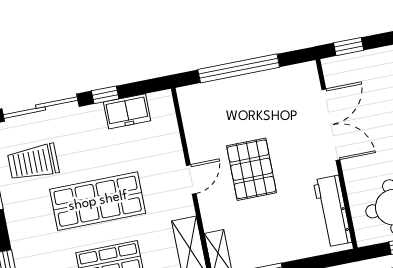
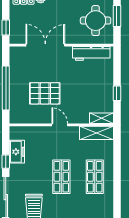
pallet: (252, 169) -> (45, 93), moved
shop shelf: (98, 201) -> (61, 177), width x0.70, depth x0.74

